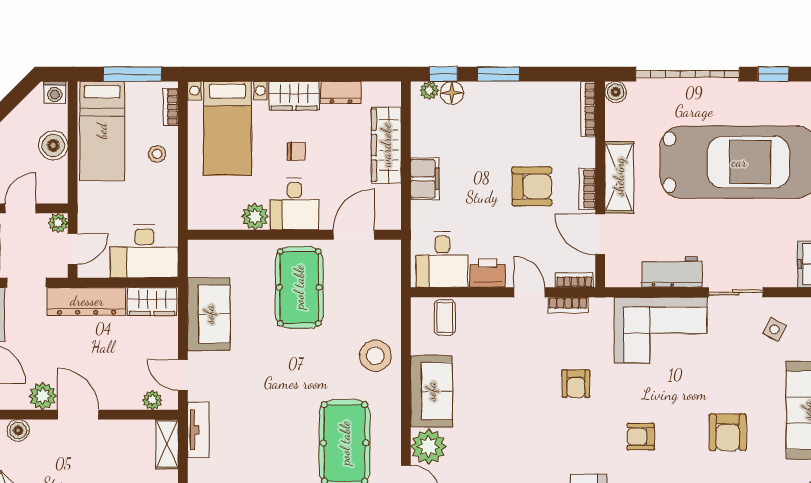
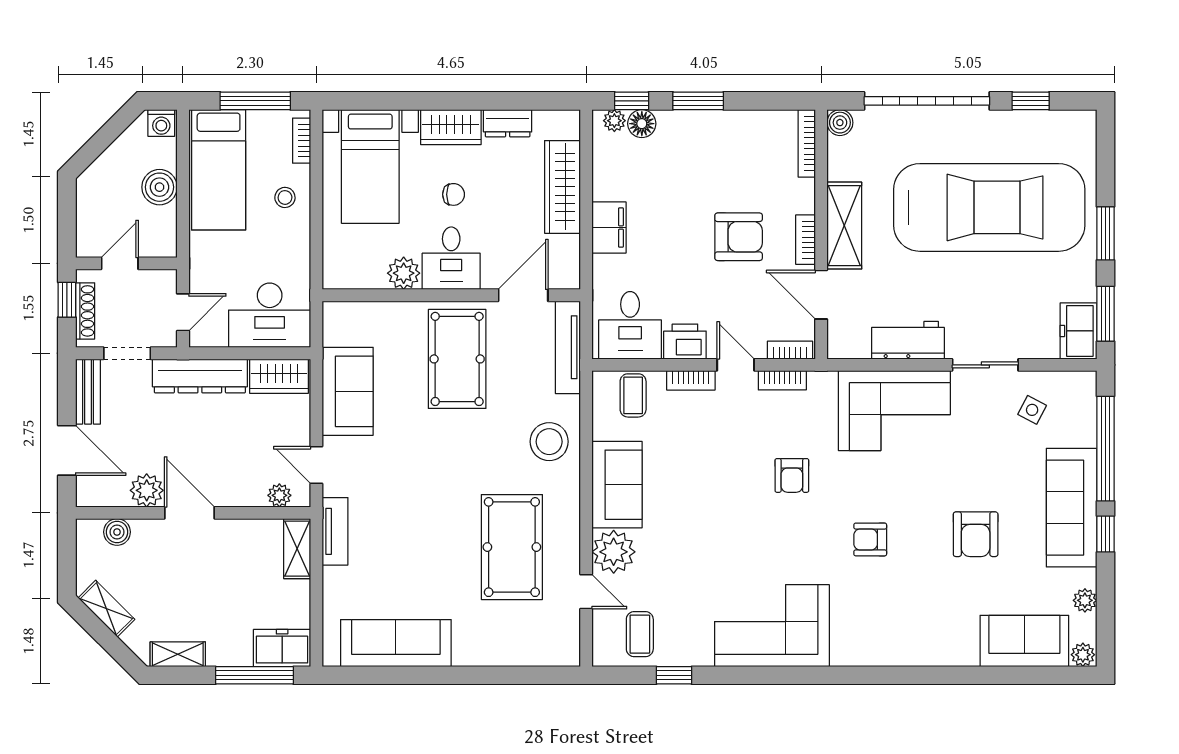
plant: (58, 223) -> (165, 281), removed
tv unit: (391, 278) -> (568, 347), added
bookcase: (492, 305) -> (691, 380), added

